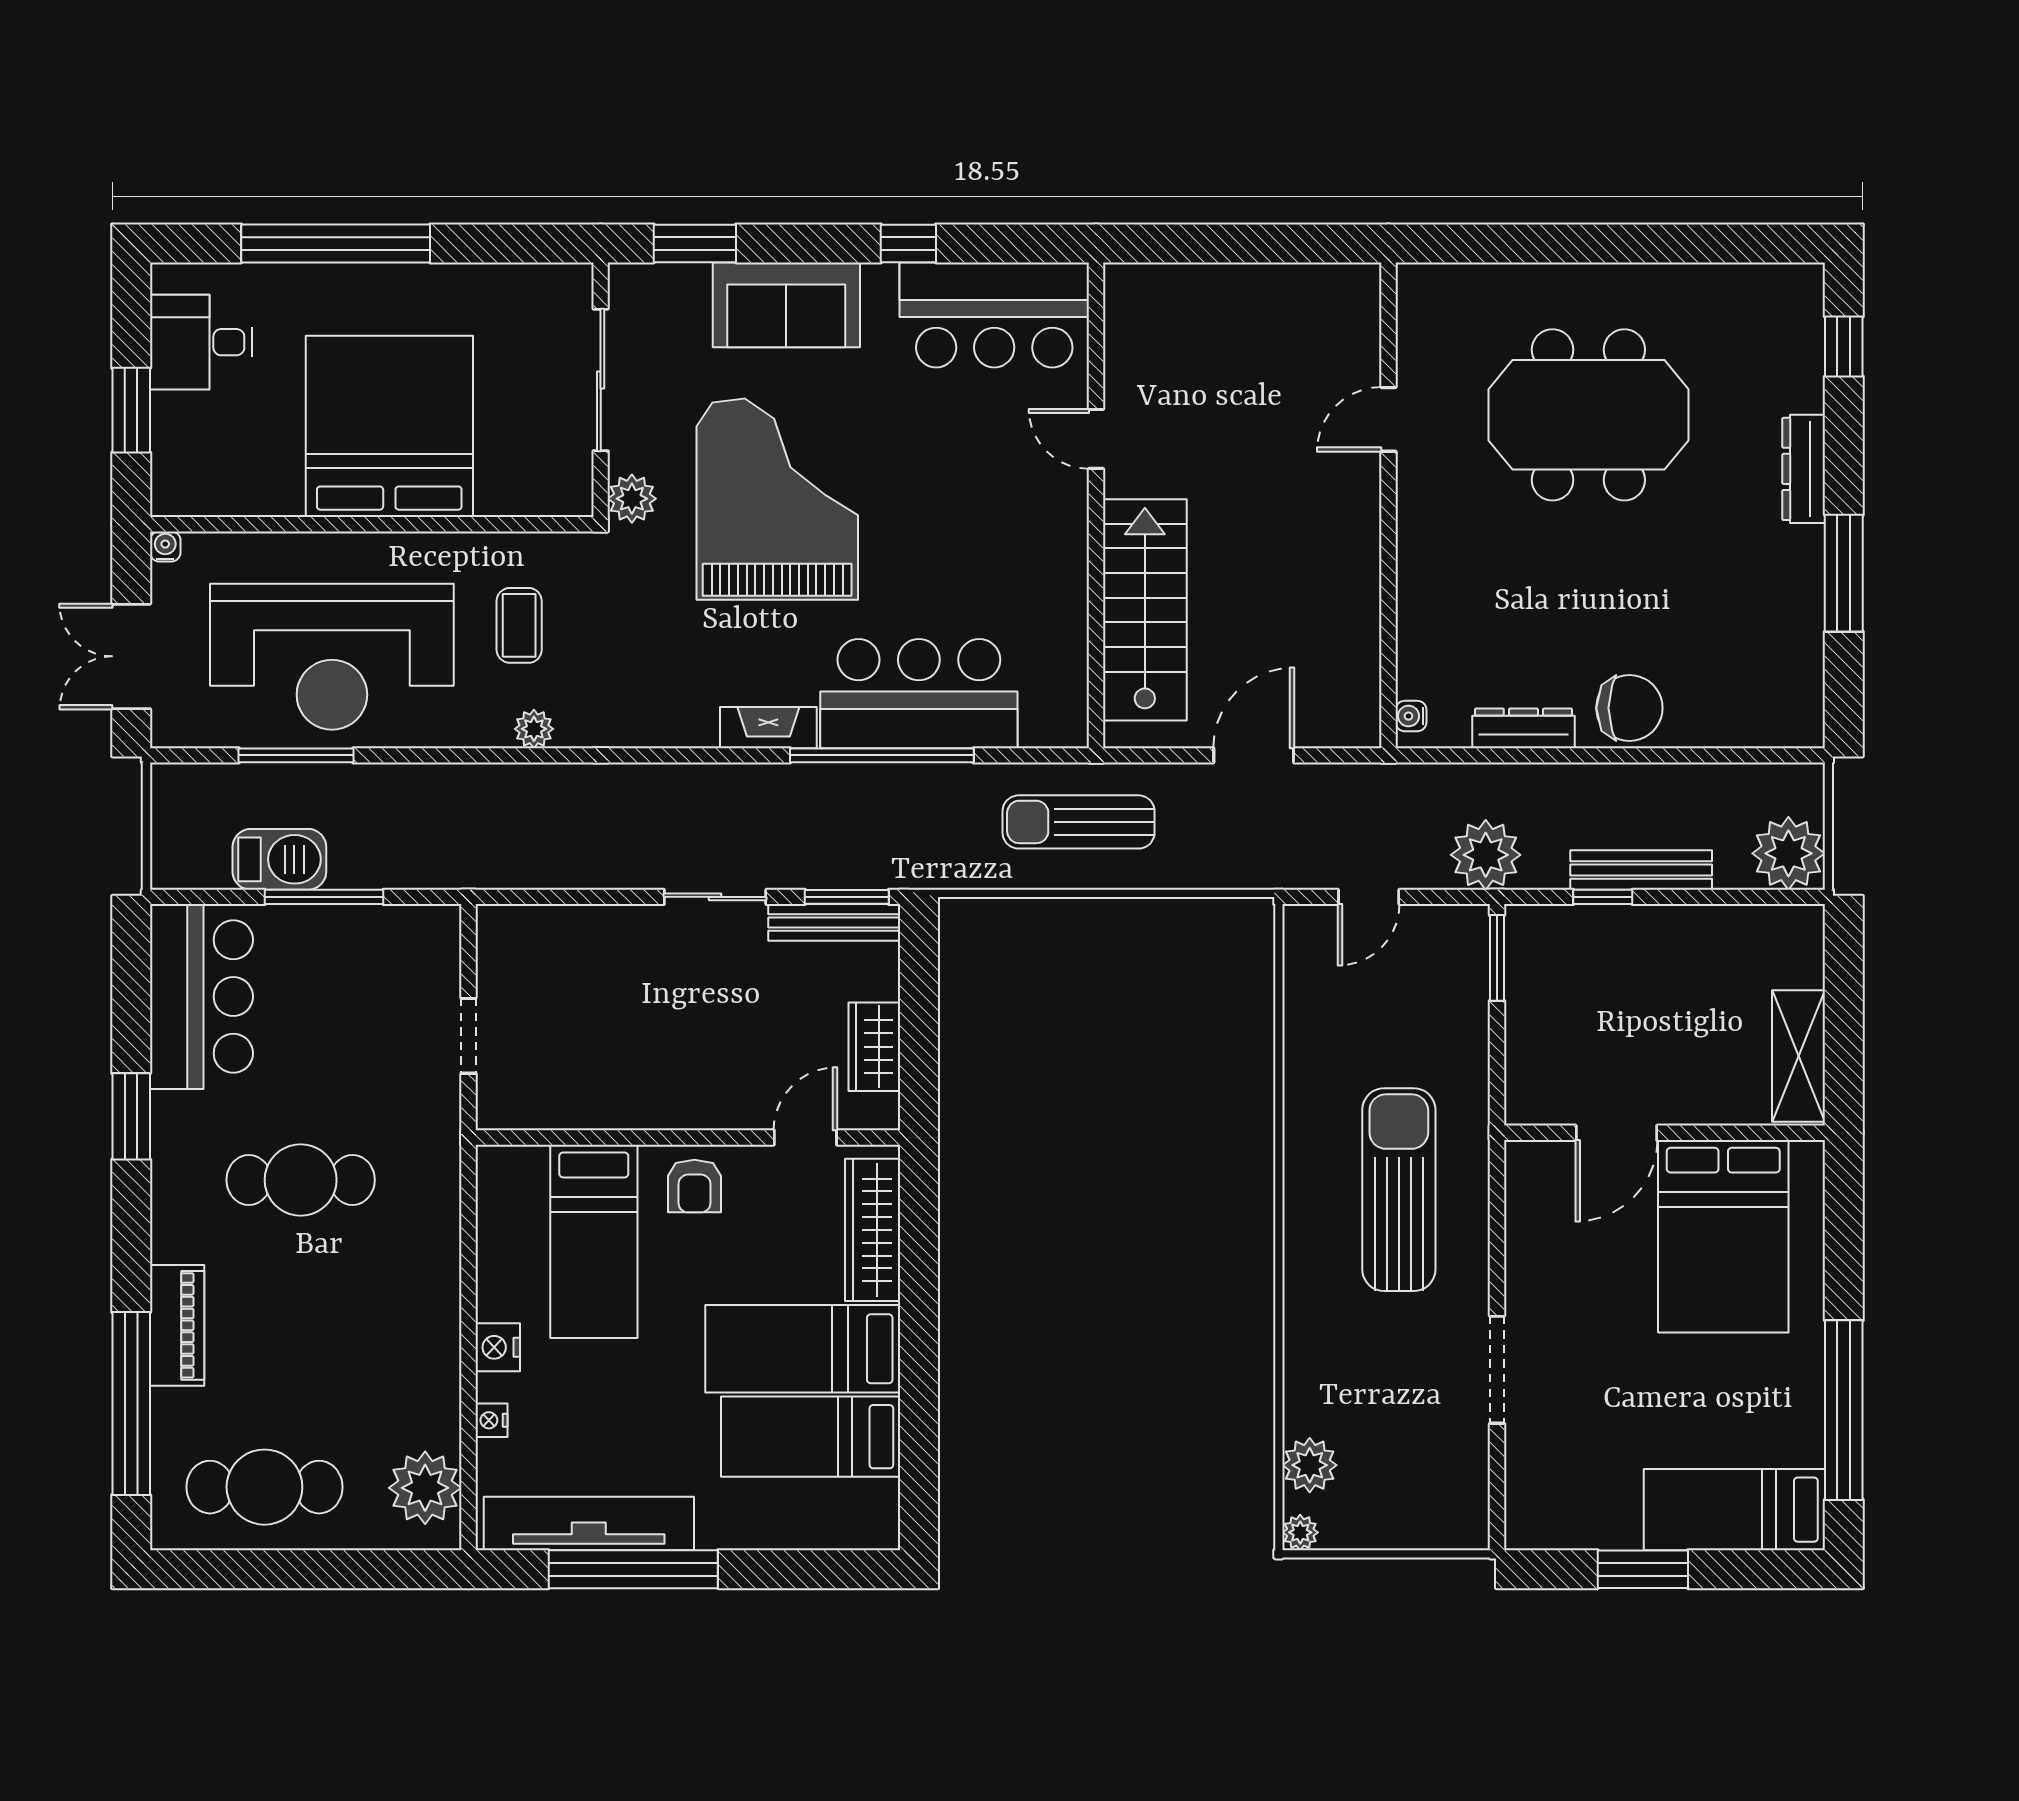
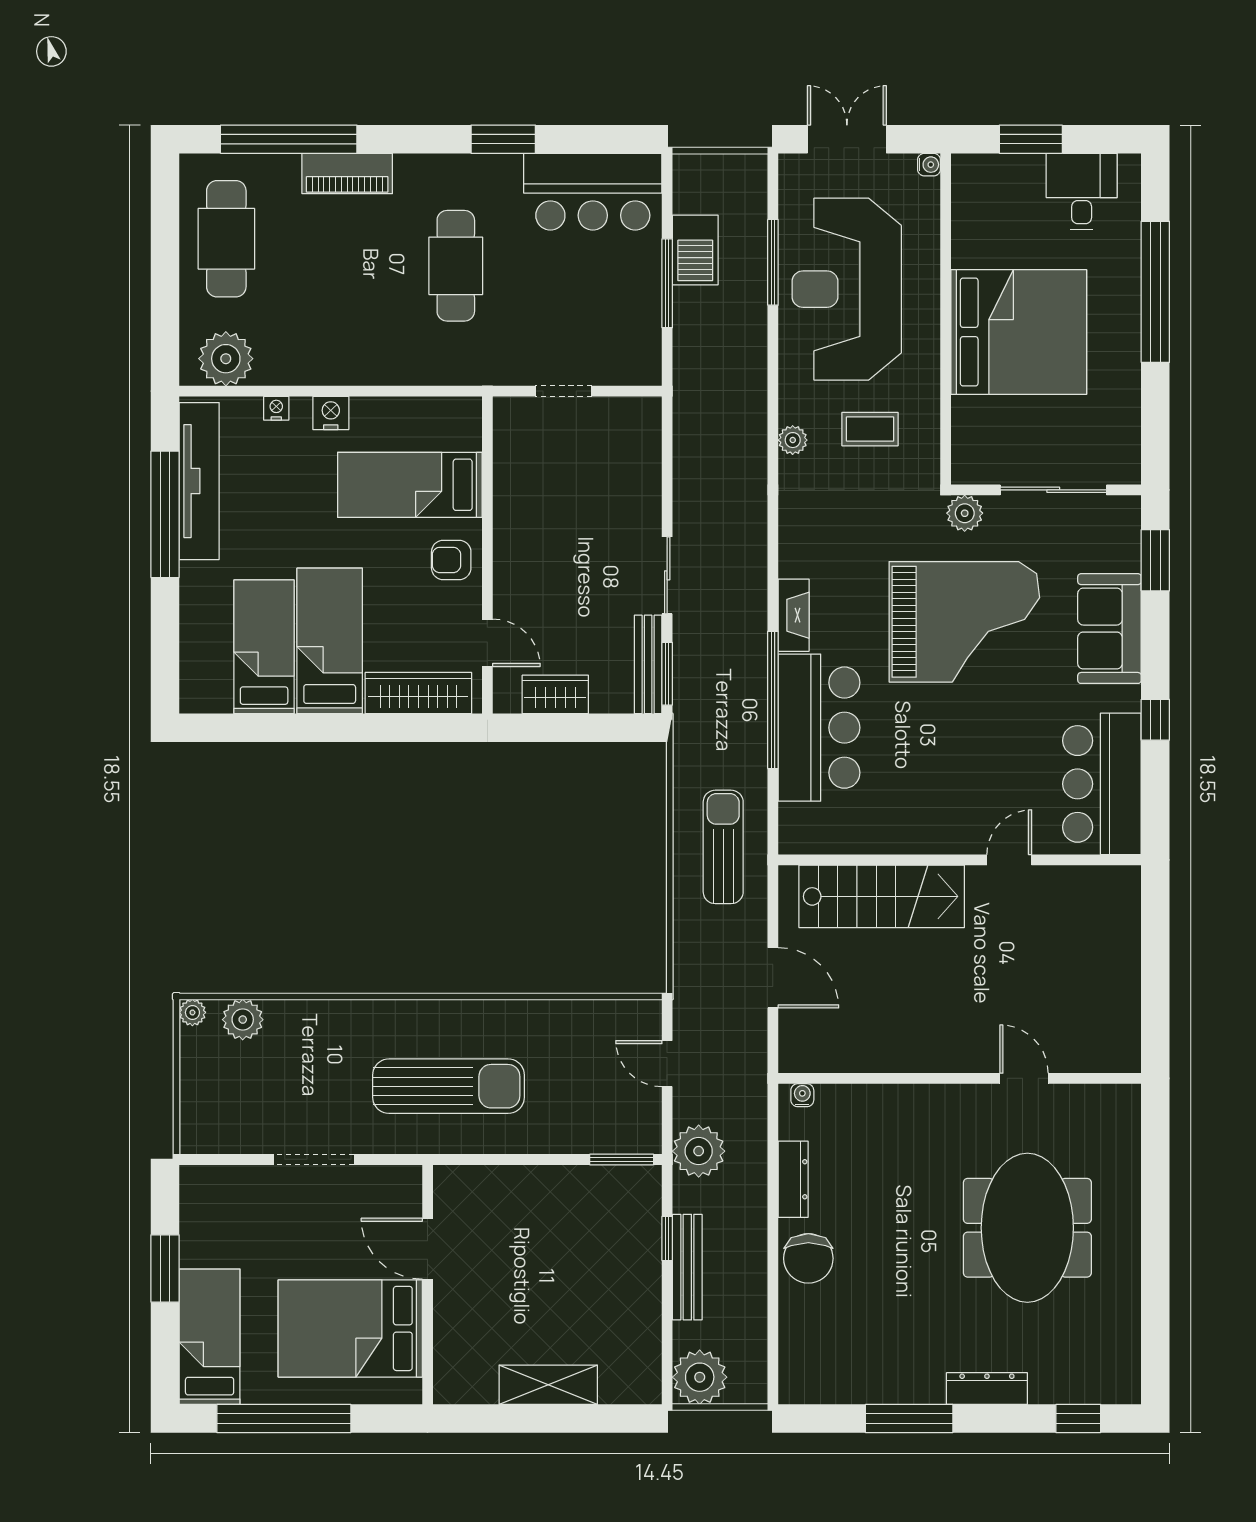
door: (1616, 1133) -> (428, 1249), moved
wall: (1664, 1133) -> (428, 1285), moved
bed: (1723, 1236) -> (350, 1328), moved

